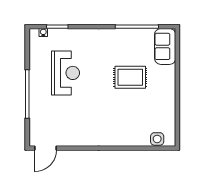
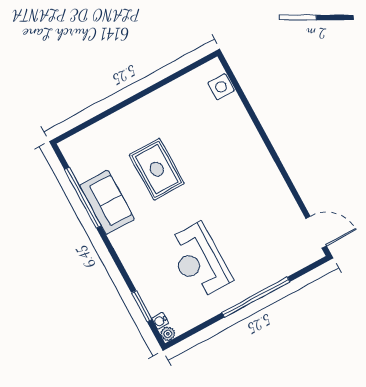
plant: (34, 33) -> (168, 334), added
sofa: (165, 46) -> (107, 202), moved, turned -90
reception desk: (65, 73) -> (199, 261), turned -90

